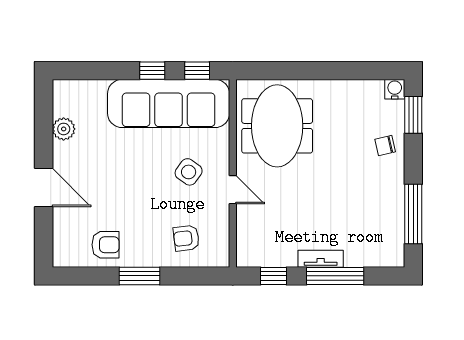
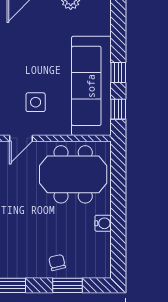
water cooler: (395, 89) -> (103, 223), moved
window: (413, 115) -> (67, 285), moved
side table: (189, 172) -> (36, 102), turned -36

